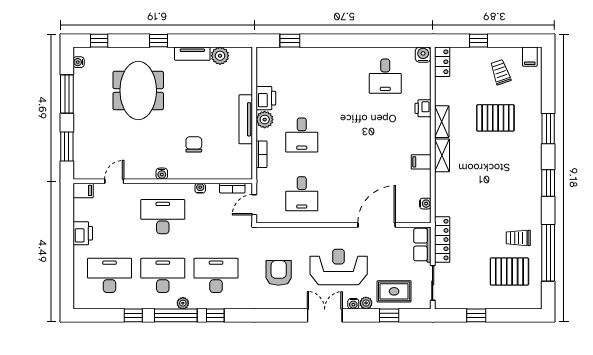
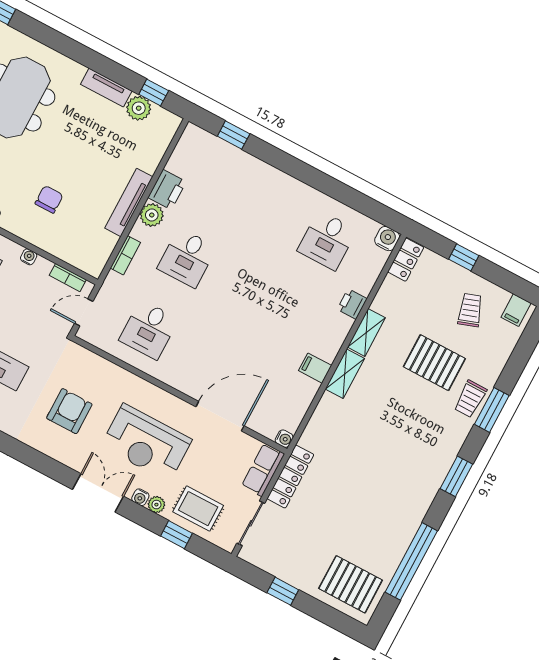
window: (159, 41) -> (154, 93), moved
water cooler: (425, 204) -> (284, 439), moved
trolley: (518, 238) -> (470, 399), moved, turned -90
reception desk: (339, 267) -> (146, 443), turned 180
pallet: (509, 272) -> (351, 584), moved

